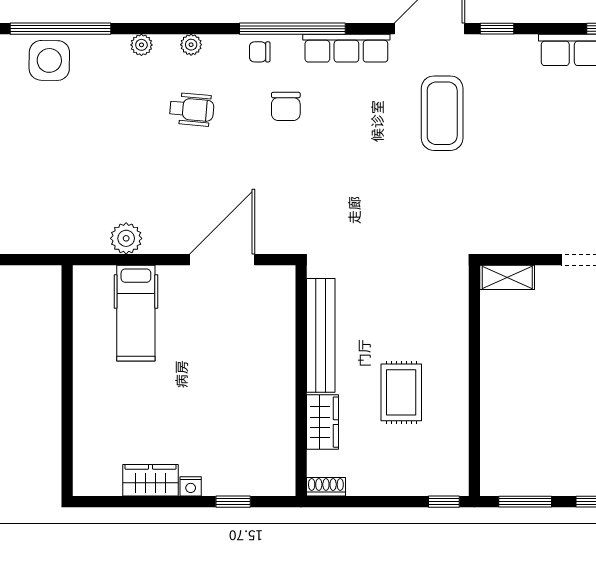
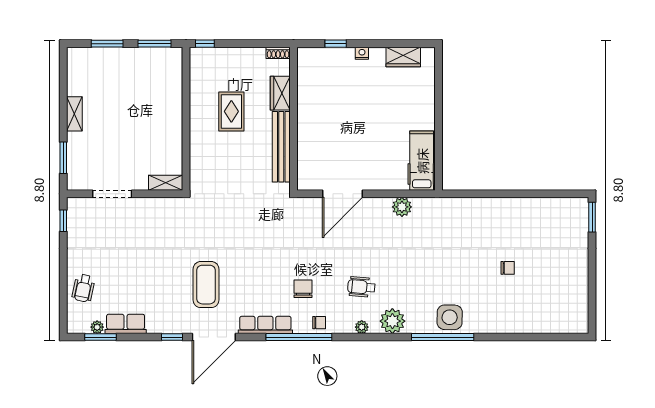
plant: (141, 45) -> (392, 321), width x1.88, depth x1.88
hospital bed: (136, 313) -> (422, 161), moved
wardrobe: (151, 480) -> (403, 57), moved

